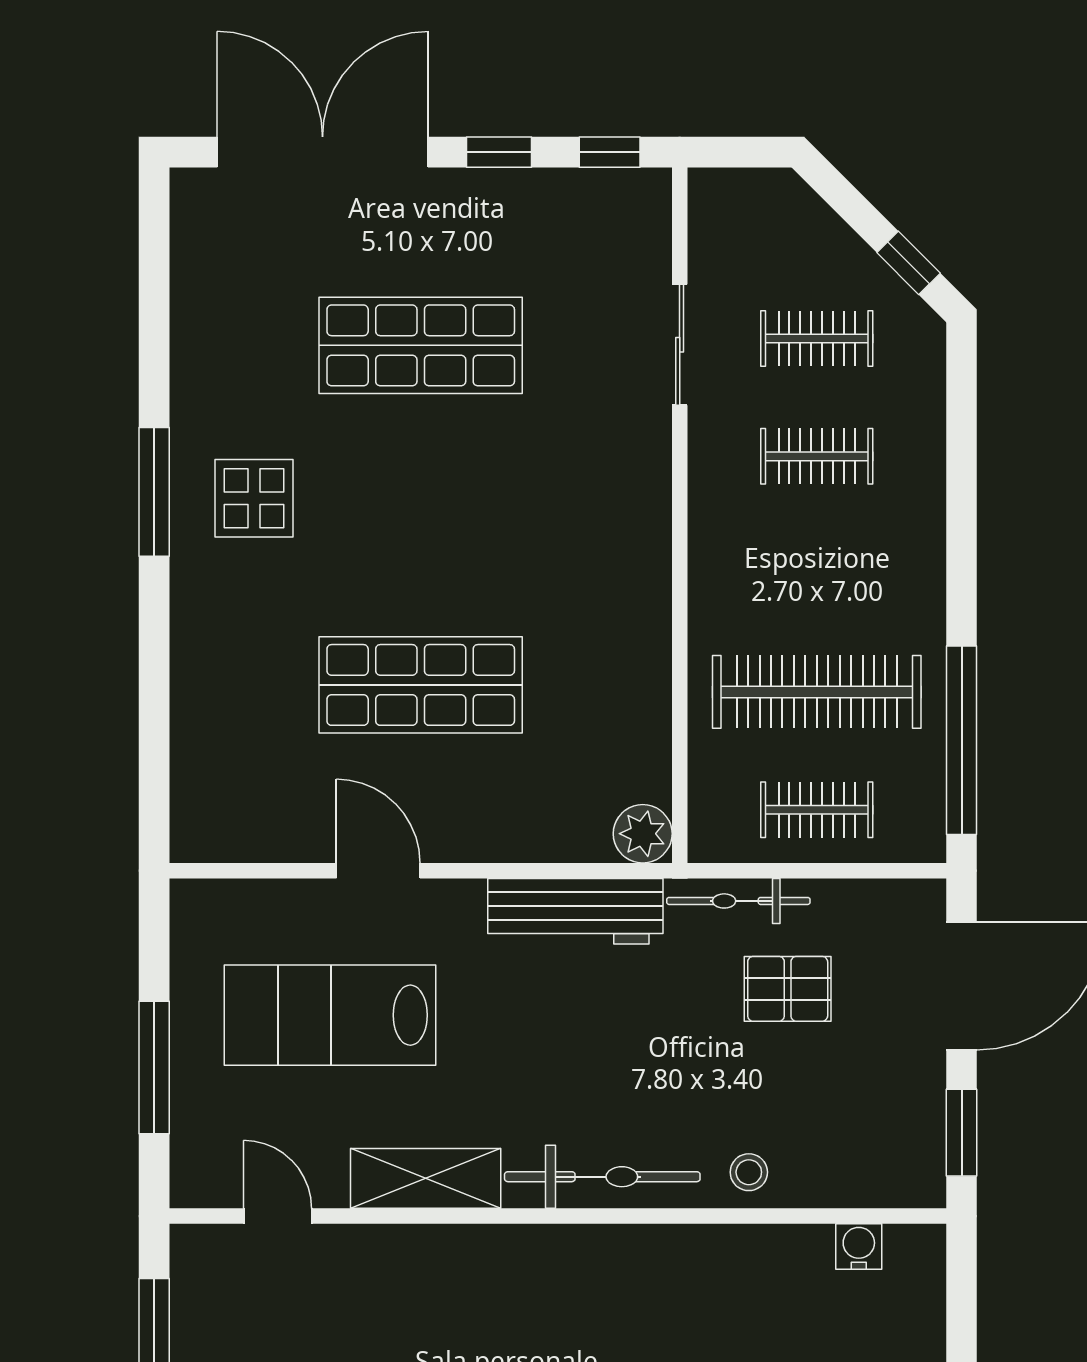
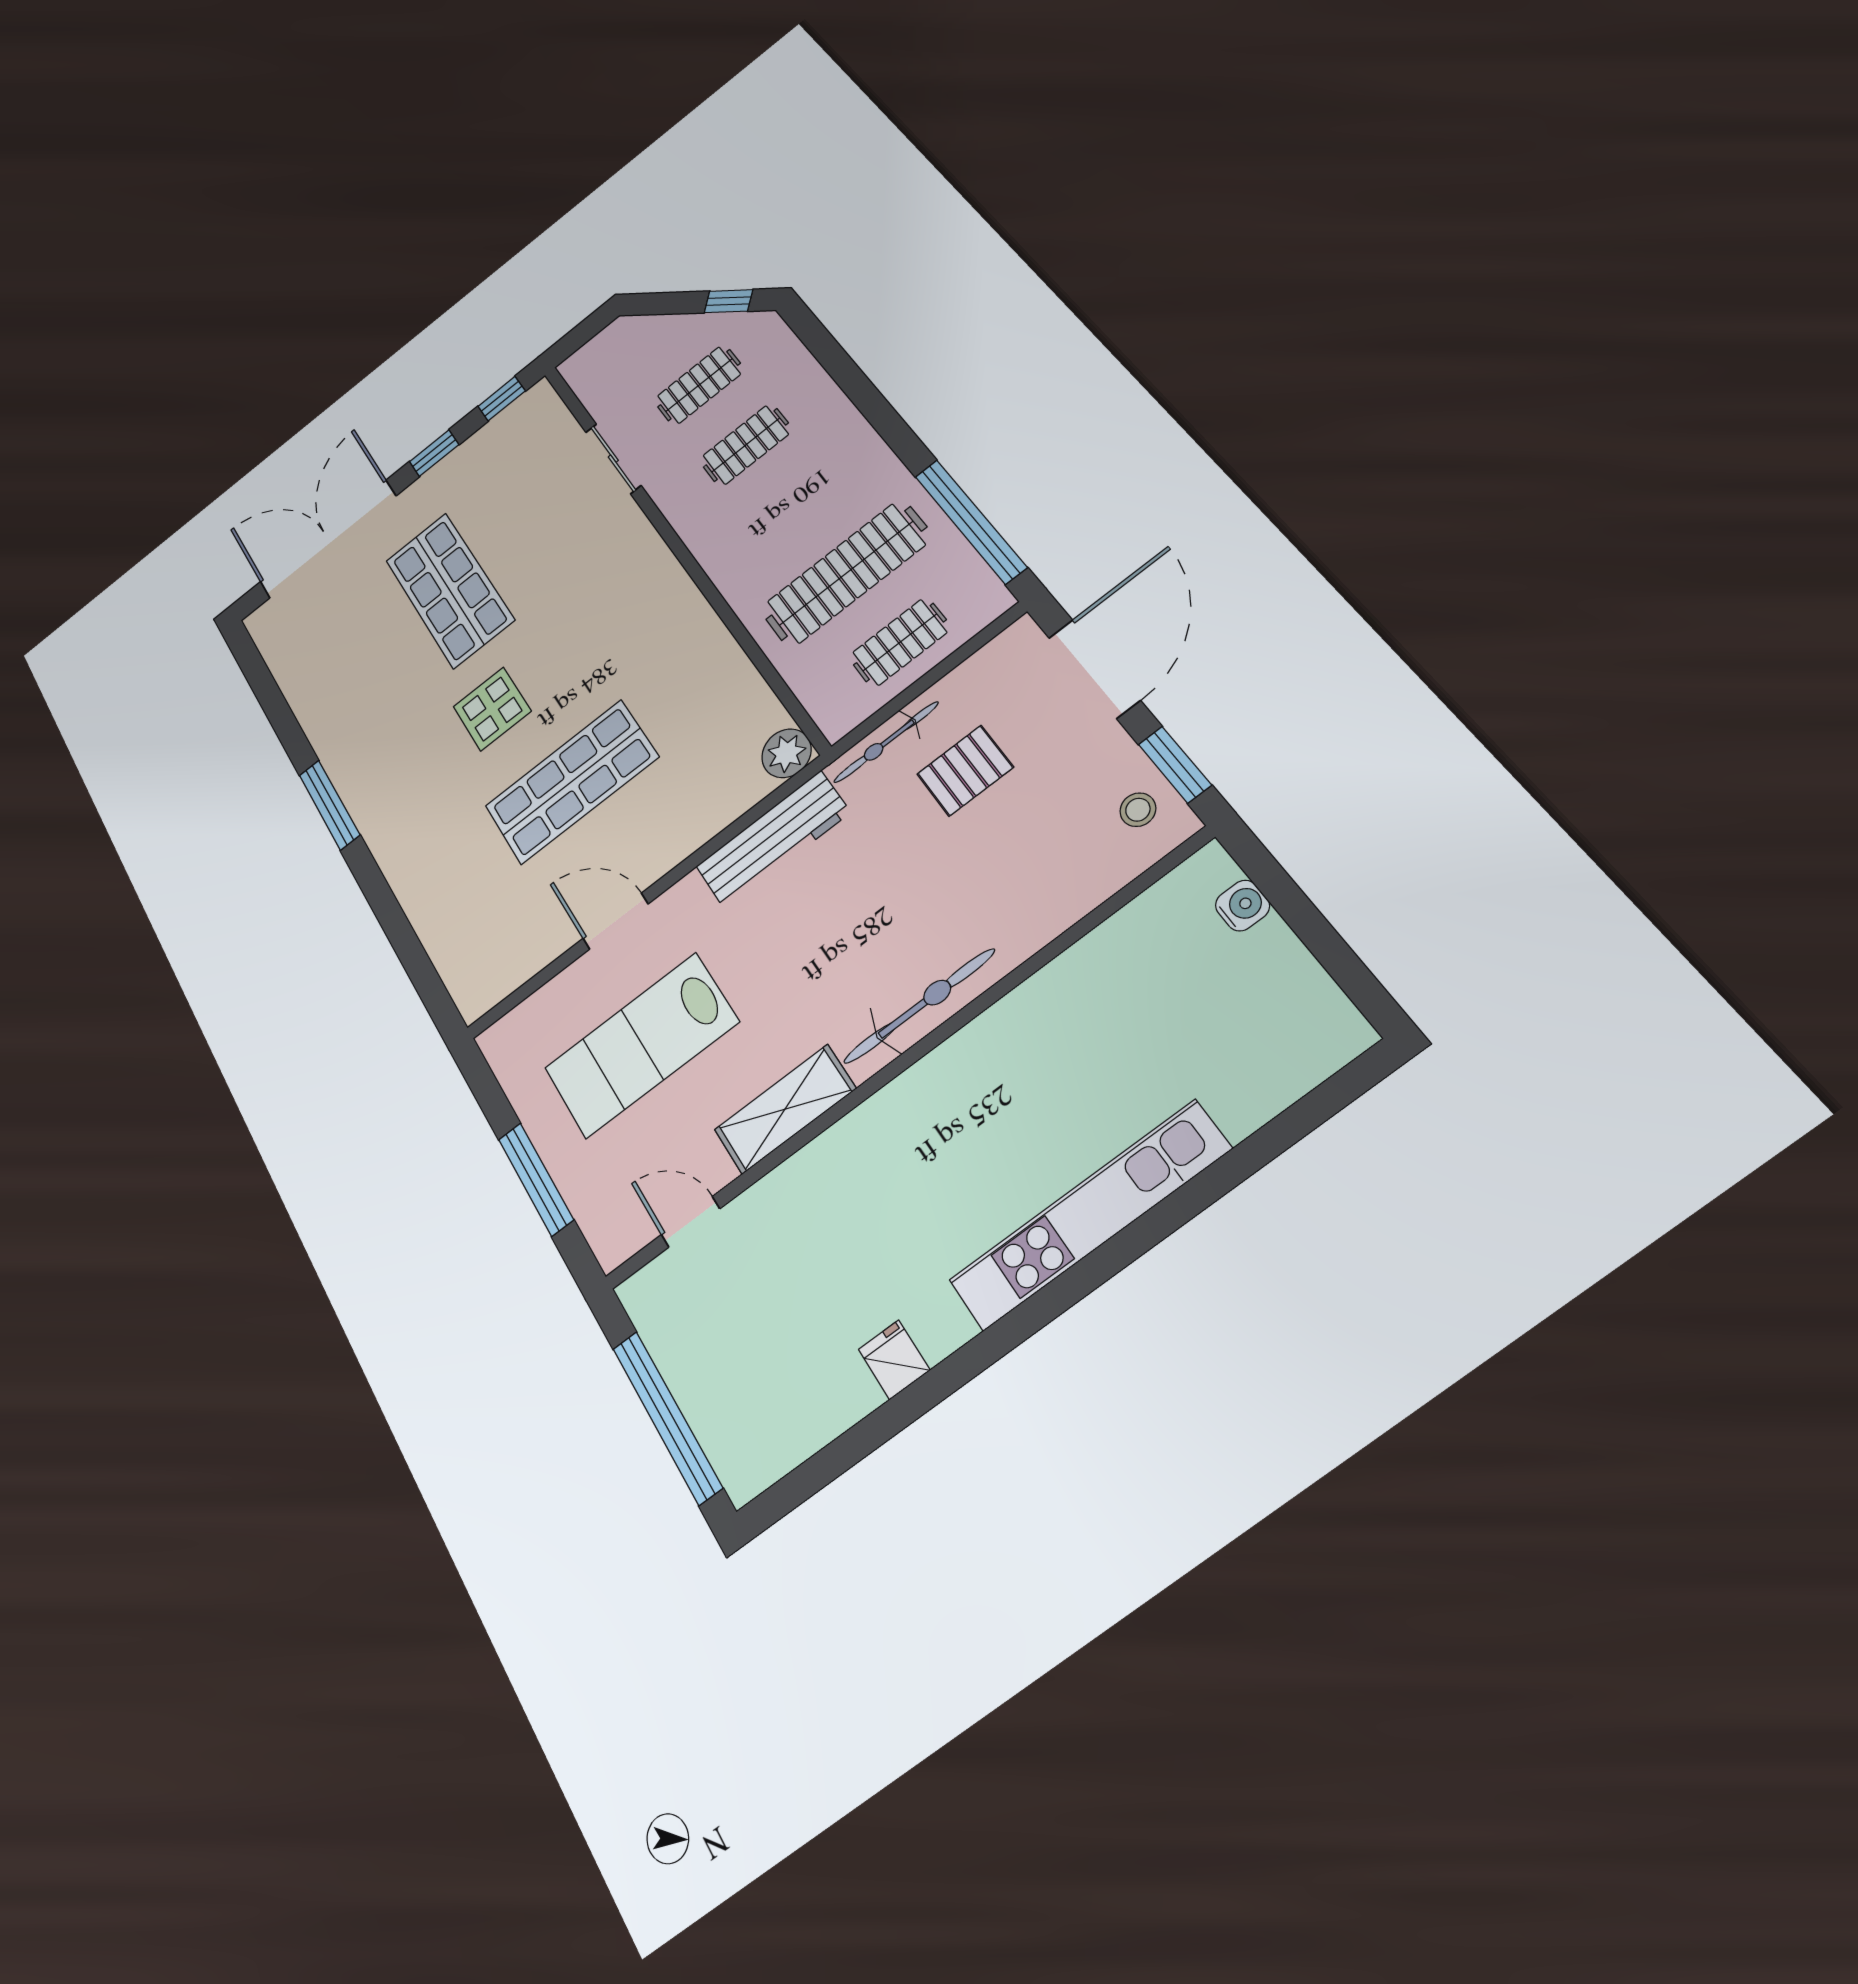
shop shelf: (421, 345) -> (450, 590), turned 90
display table: (254, 498) -> (492, 709), moved
stool: (749, 1172) -> (1138, 810), moved
water cooler: (859, 1246) -> (1242, 906), moved, turned 90

